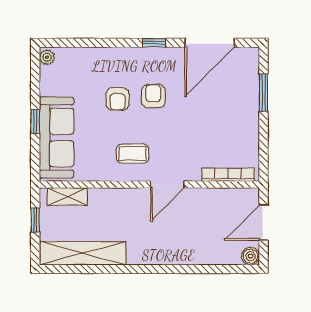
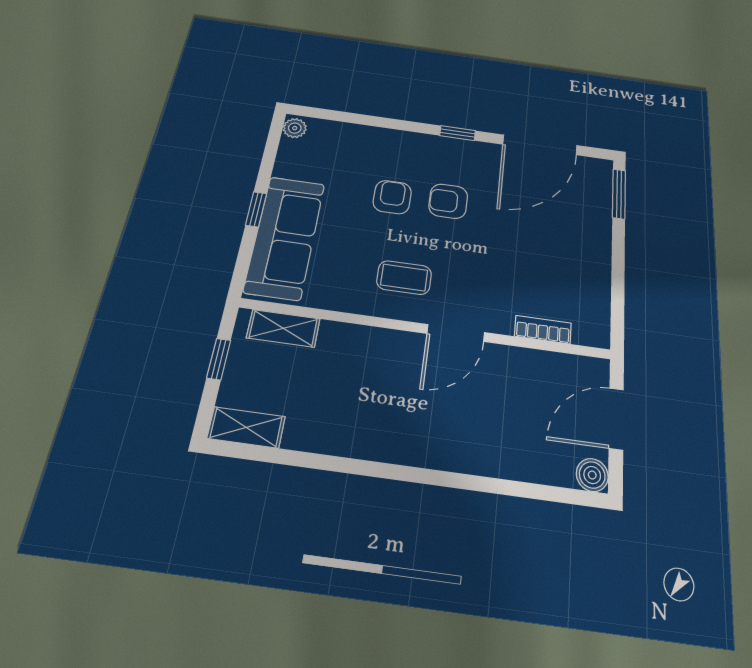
window: (264, 93) -> (619, 194), moved
armchair: (153, 96) -> (448, 201), turned -90
armchair: (118, 99) -> (392, 197), turned 180
bookcase: (228, 175) -> (543, 330), width x0.64
shelving: (82, 253) -> (246, 427), width x0.45, depth x0.75

